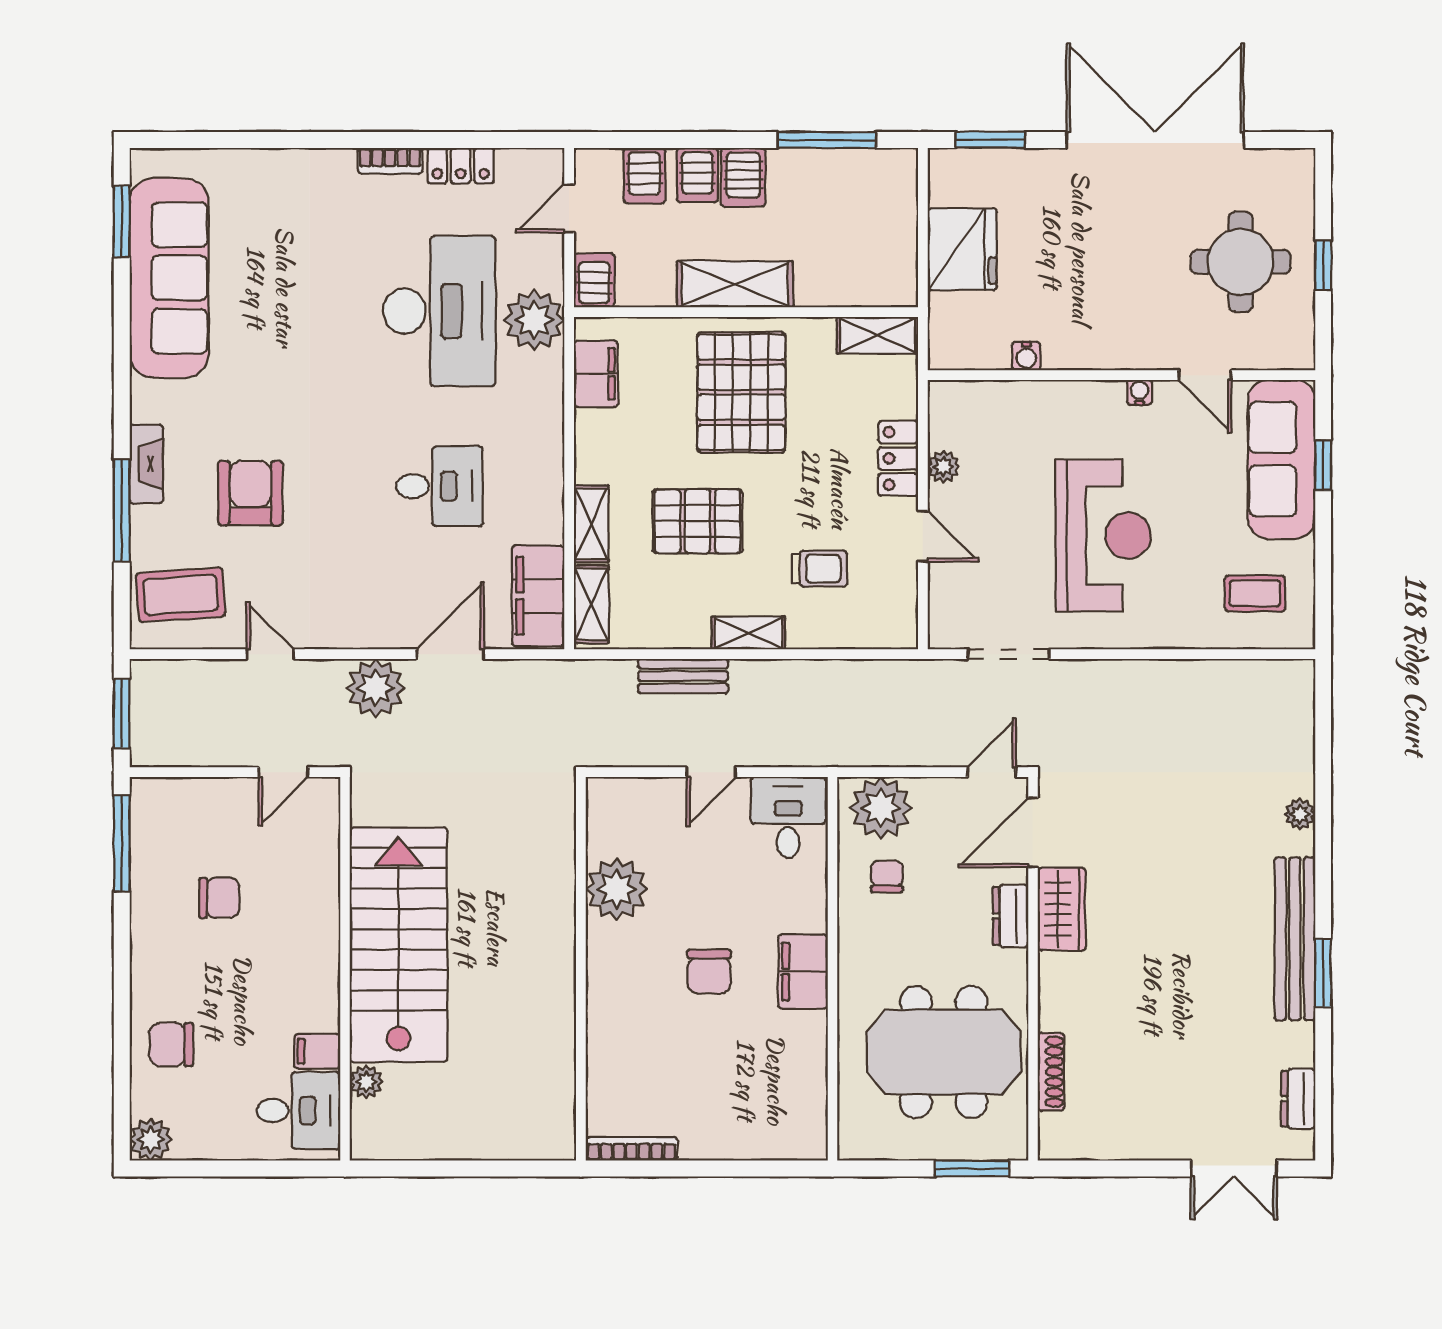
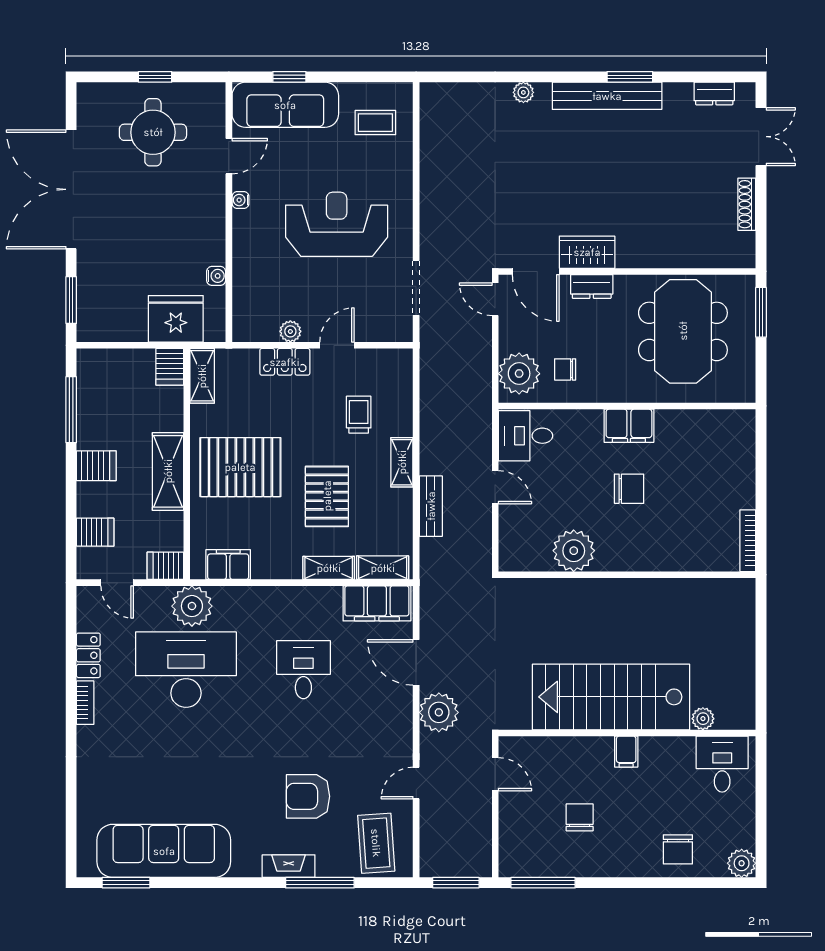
server rack: (697, 175) -> (170, 367), moved, turned 90
fridge: (962, 249) -> (176, 319), moved
coffee table: (1255, 593) -> (375, 123), turned 90
filing cabinet: (317, 1051) -> (626, 752), moved
shoe rack: (1051, 1072) -> (747, 204), moved, turned -90

